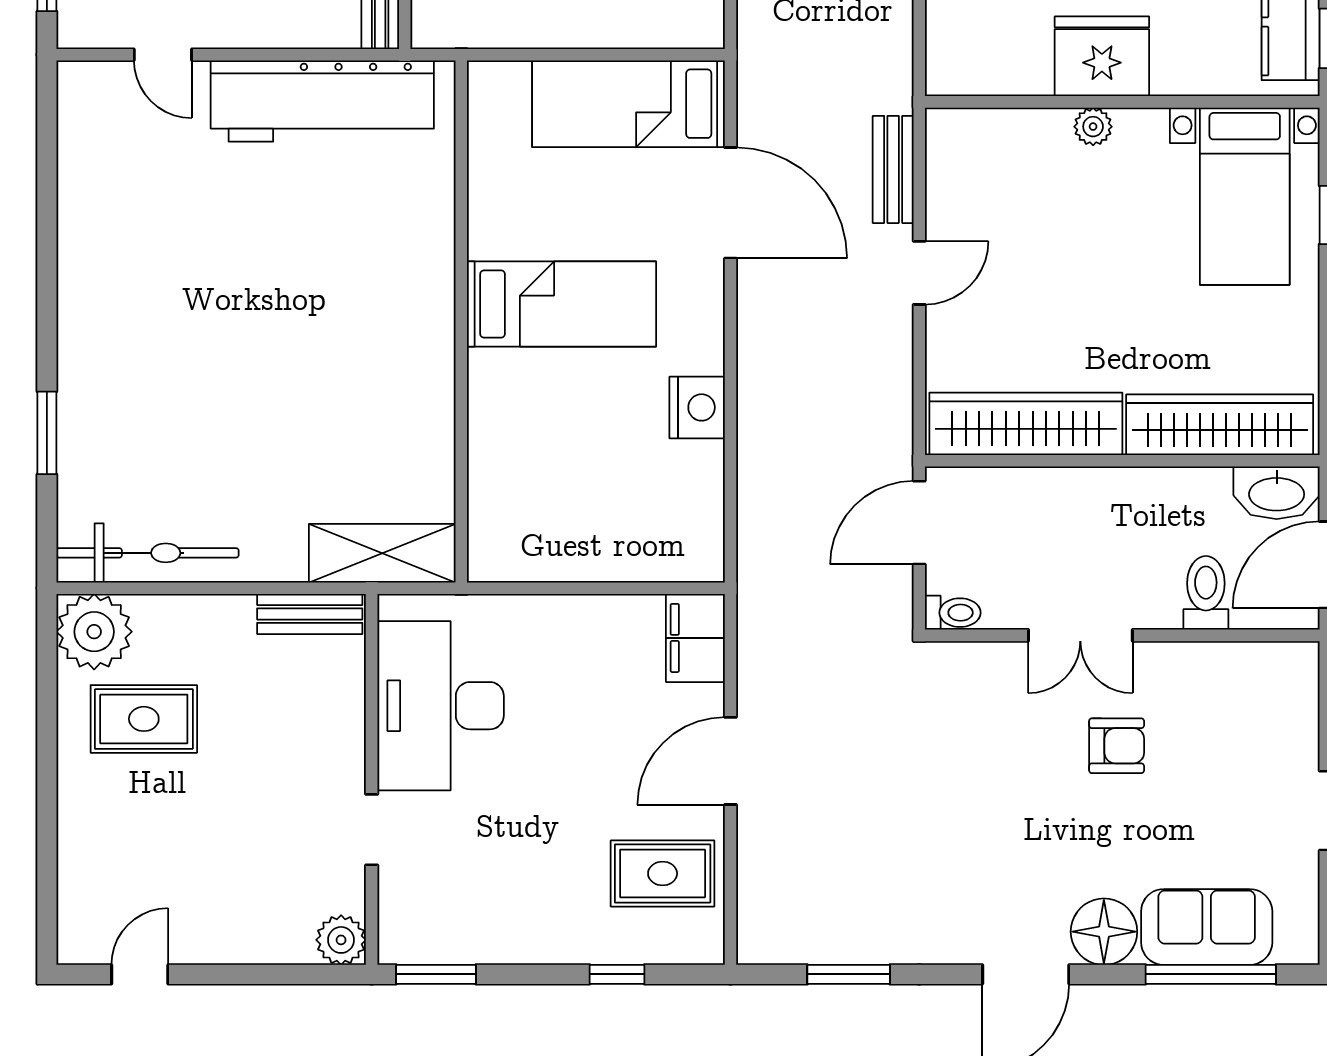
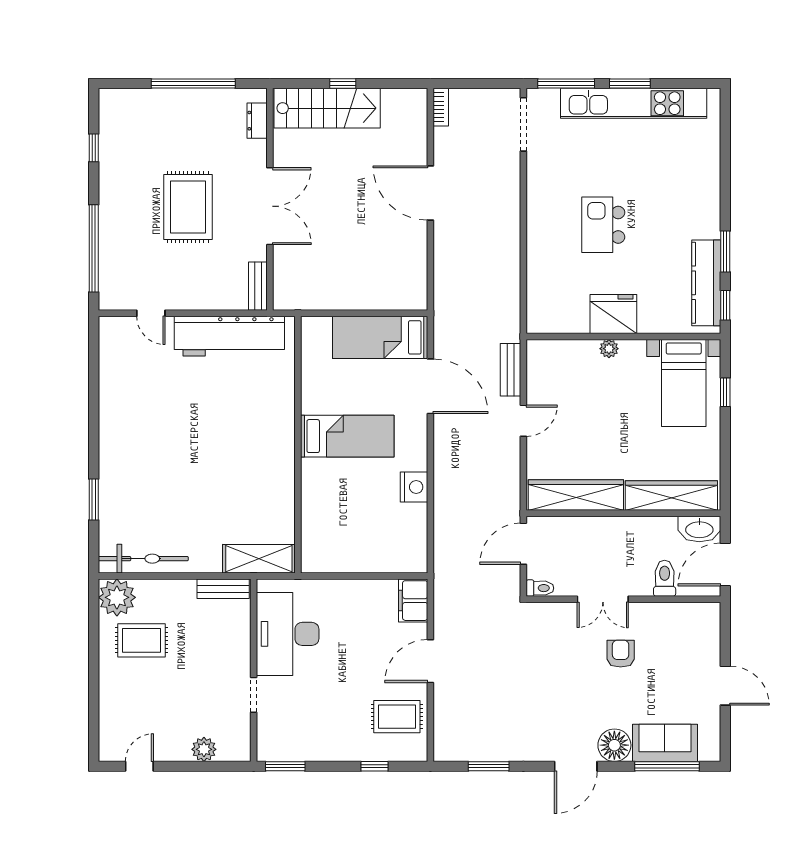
armchair: (1117, 746) -> (621, 654), turned -90
plant: (341, 940) -> (204, 749), moved

